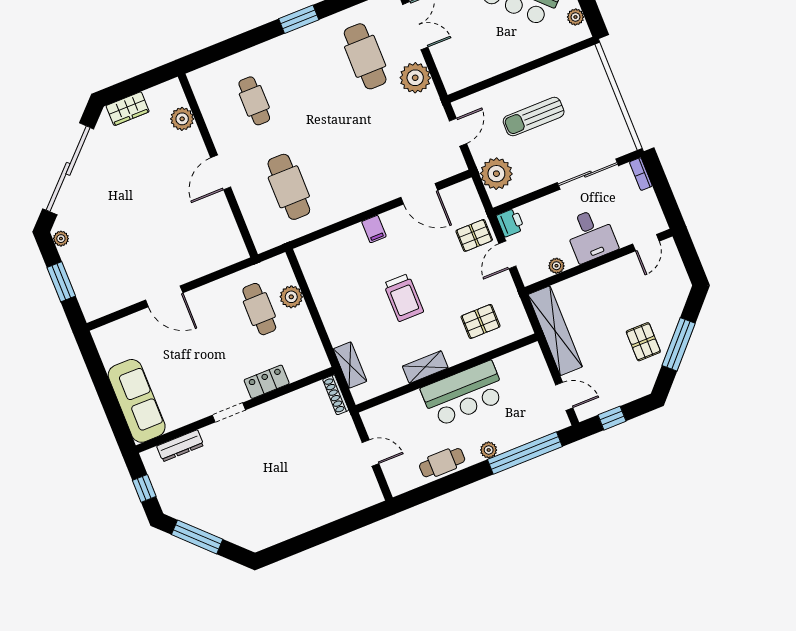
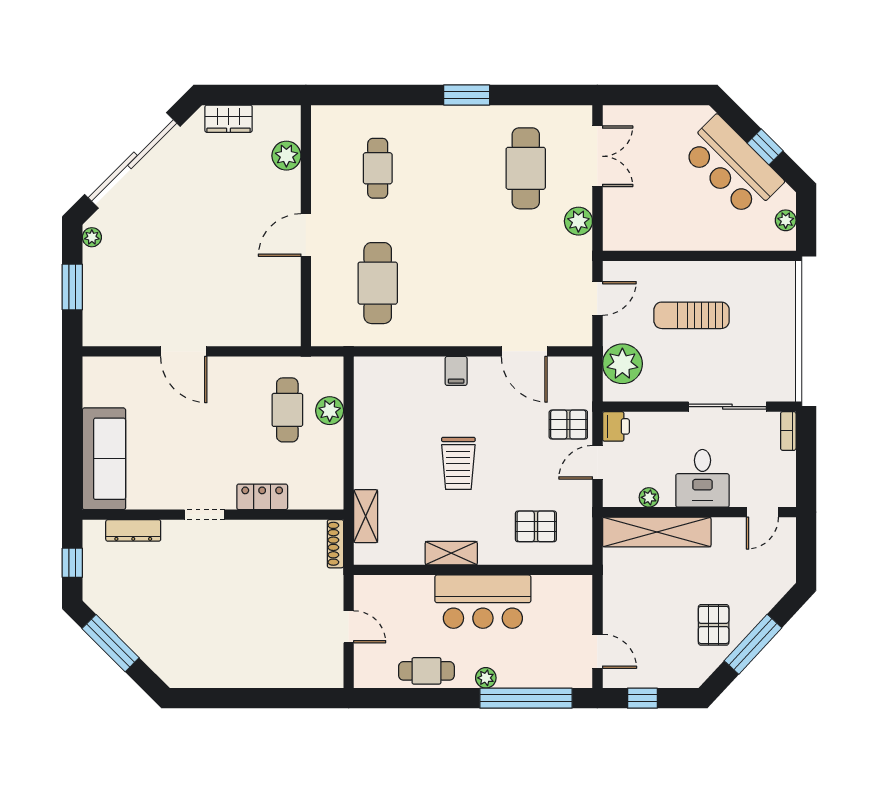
plant: (415, 78) -> (578, 221), width x0.73, depth x0.73
shelving: (555, 331) -> (657, 532), moved, turned 90

